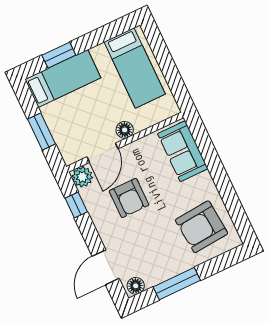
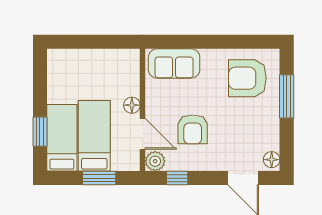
bed: (135, 68) -> (94, 136), moved, turned -90
armchair: (129, 198) -> (193, 129), turned 90
armchair: (202, 227) -> (247, 78), turned 95
window: (177, 284) -> (287, 96), moved

